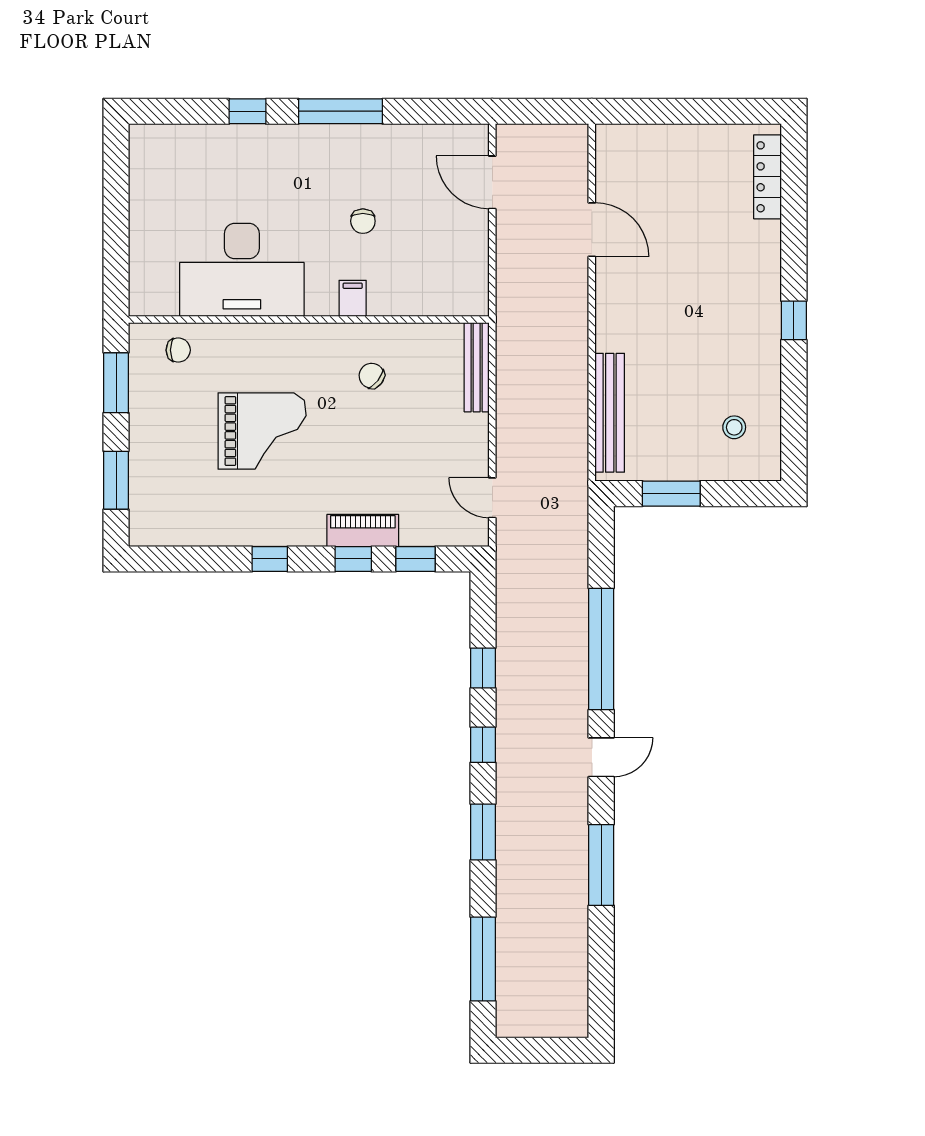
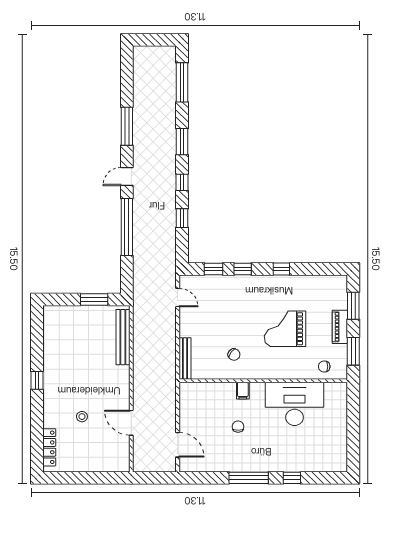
stool: (734, 427) -> (82, 417), moved
piano: (363, 530) -> (340, 327), moved, turned 90

